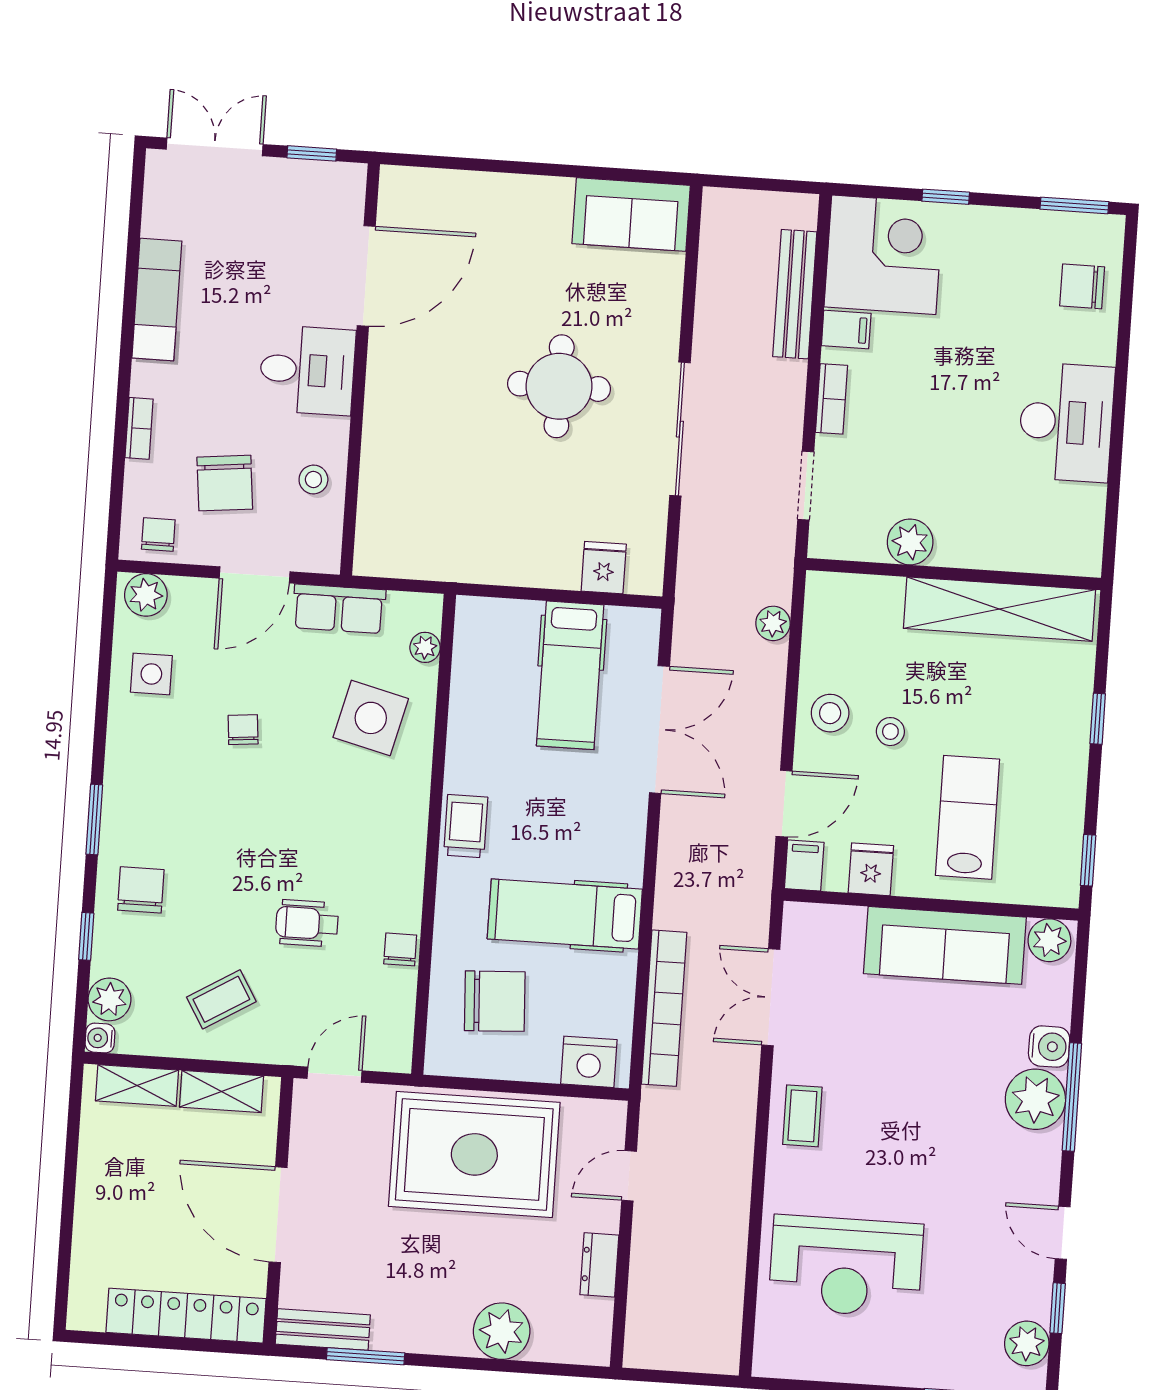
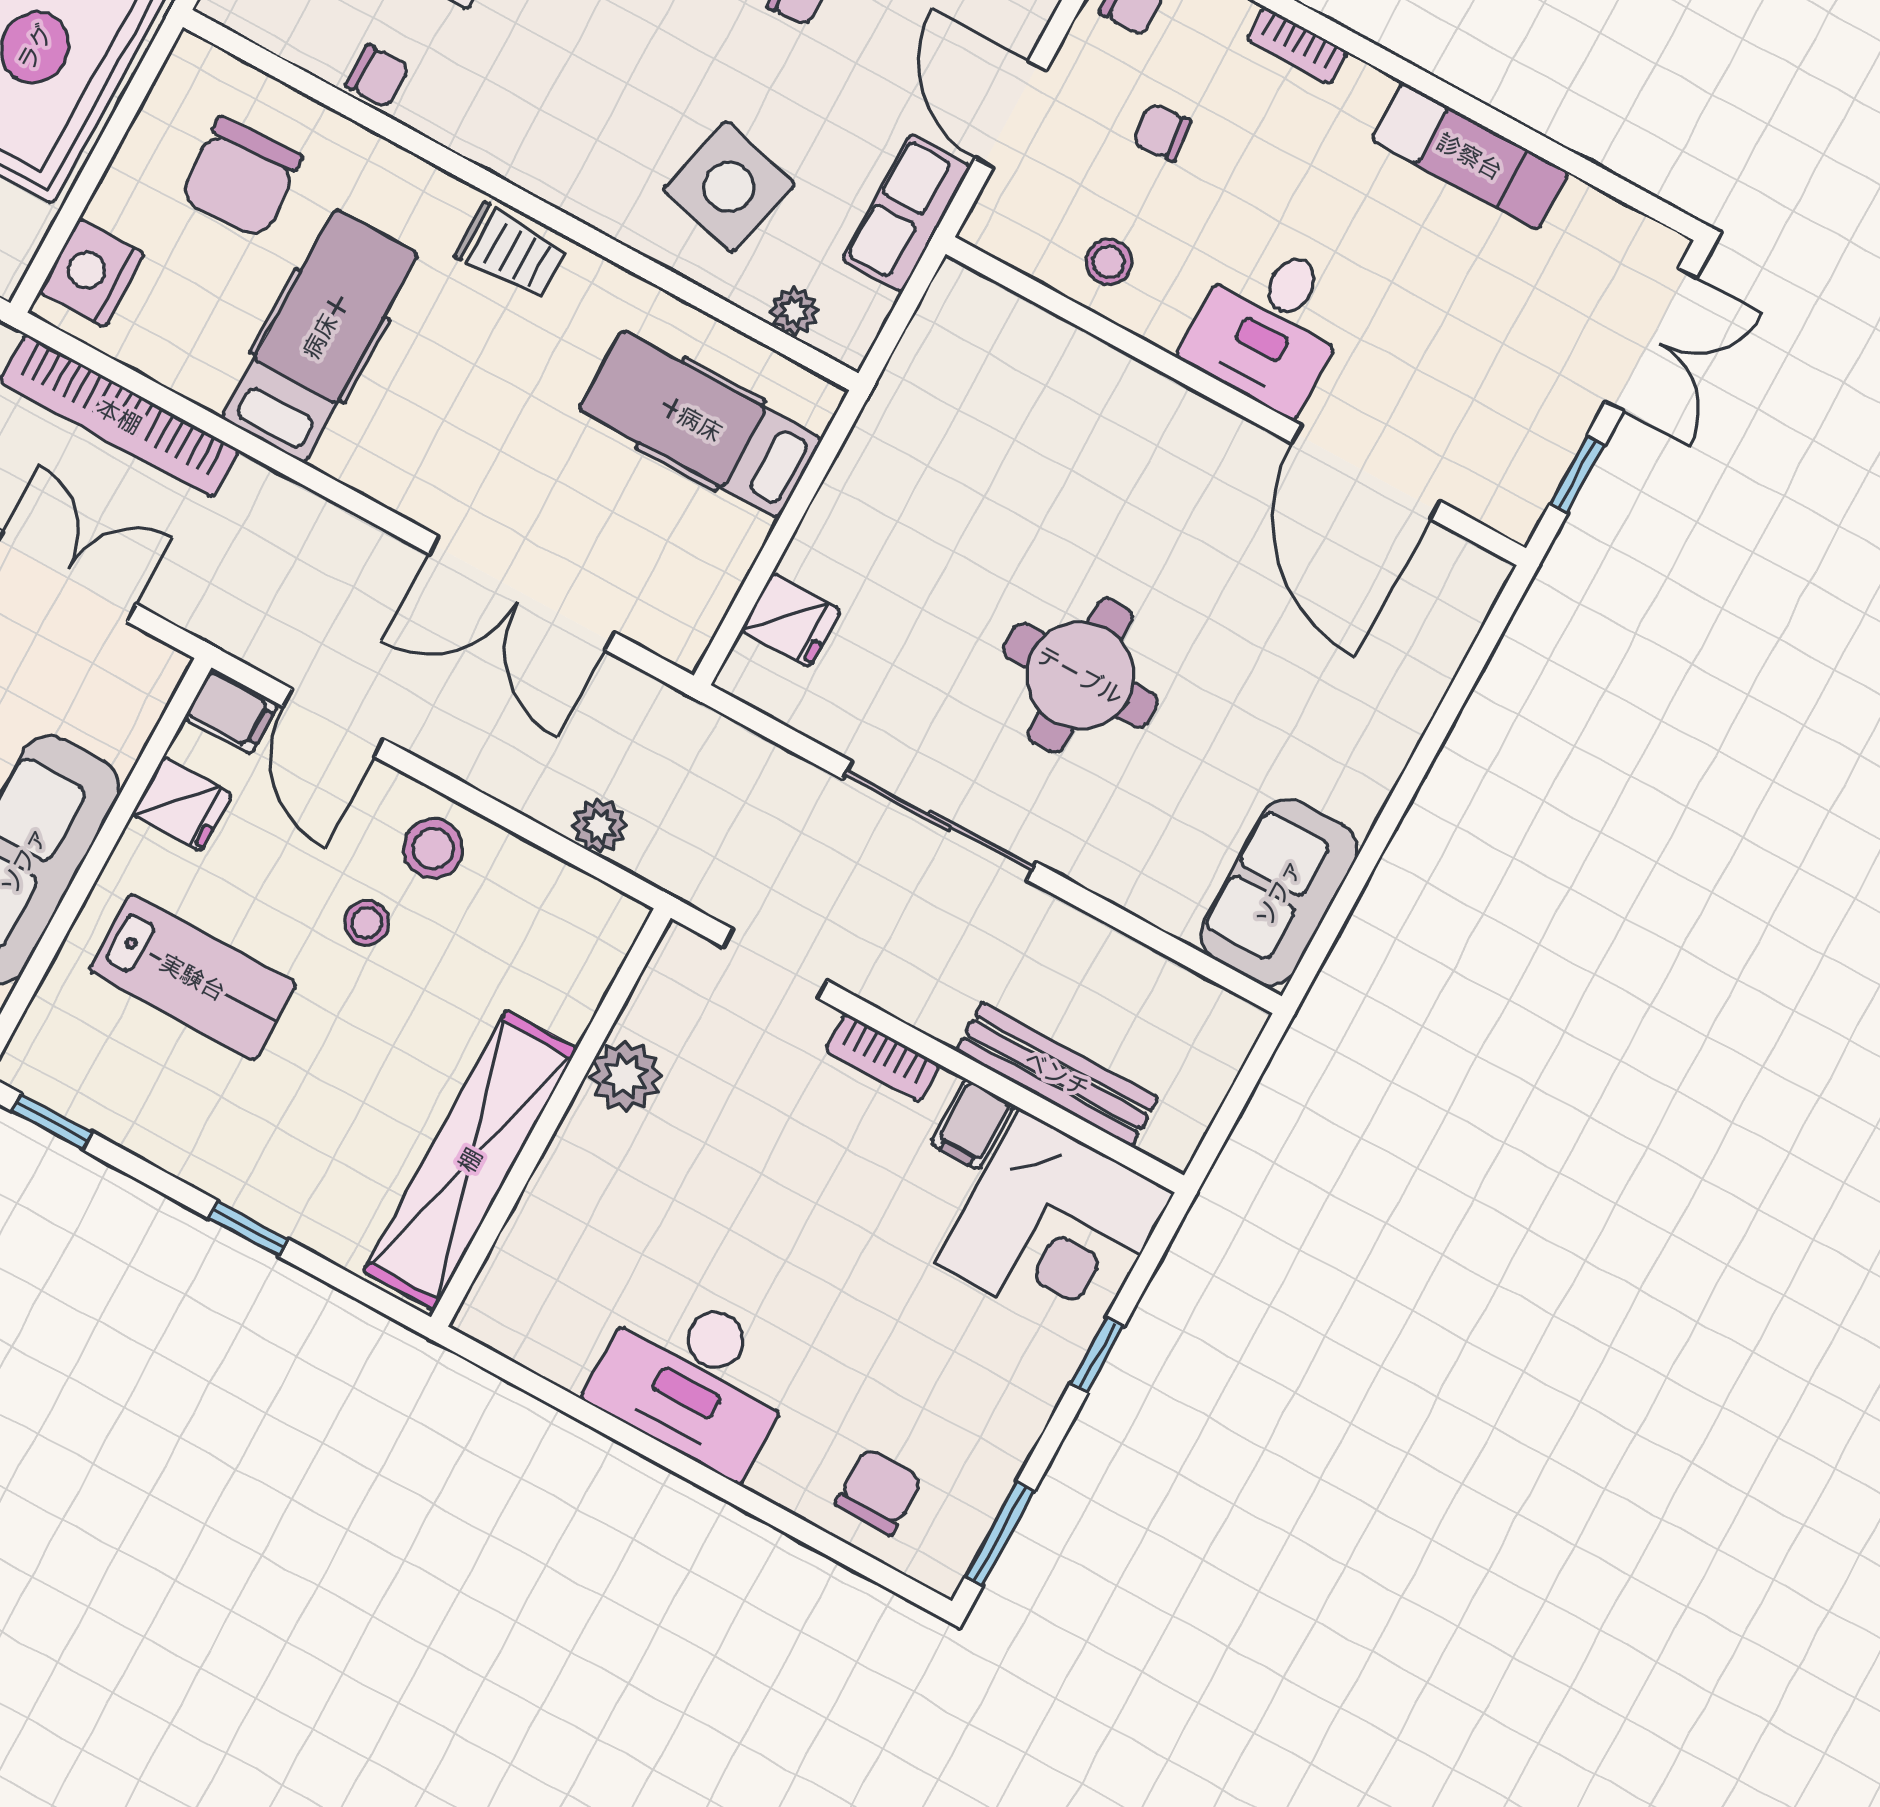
chair: (225, 483) -> (1162, 132), width x0.54, depth x0.54
hospital bed: (570, 675) -> (700, 424), moved

